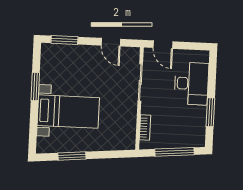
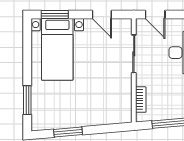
window: (35, 87) -> (27, 100), moved
bed with nightstands: (68, 112) -> (57, 49), moved, turned 90

